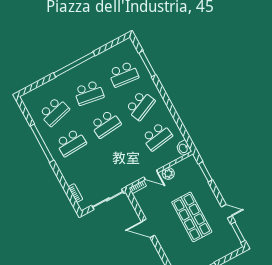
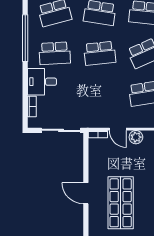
desk: (73, 170) -> (42, 82), added
shop shelf: (192, 217) -> (121, 203), moved
door: (148, 228) -> (86, 193), moved

